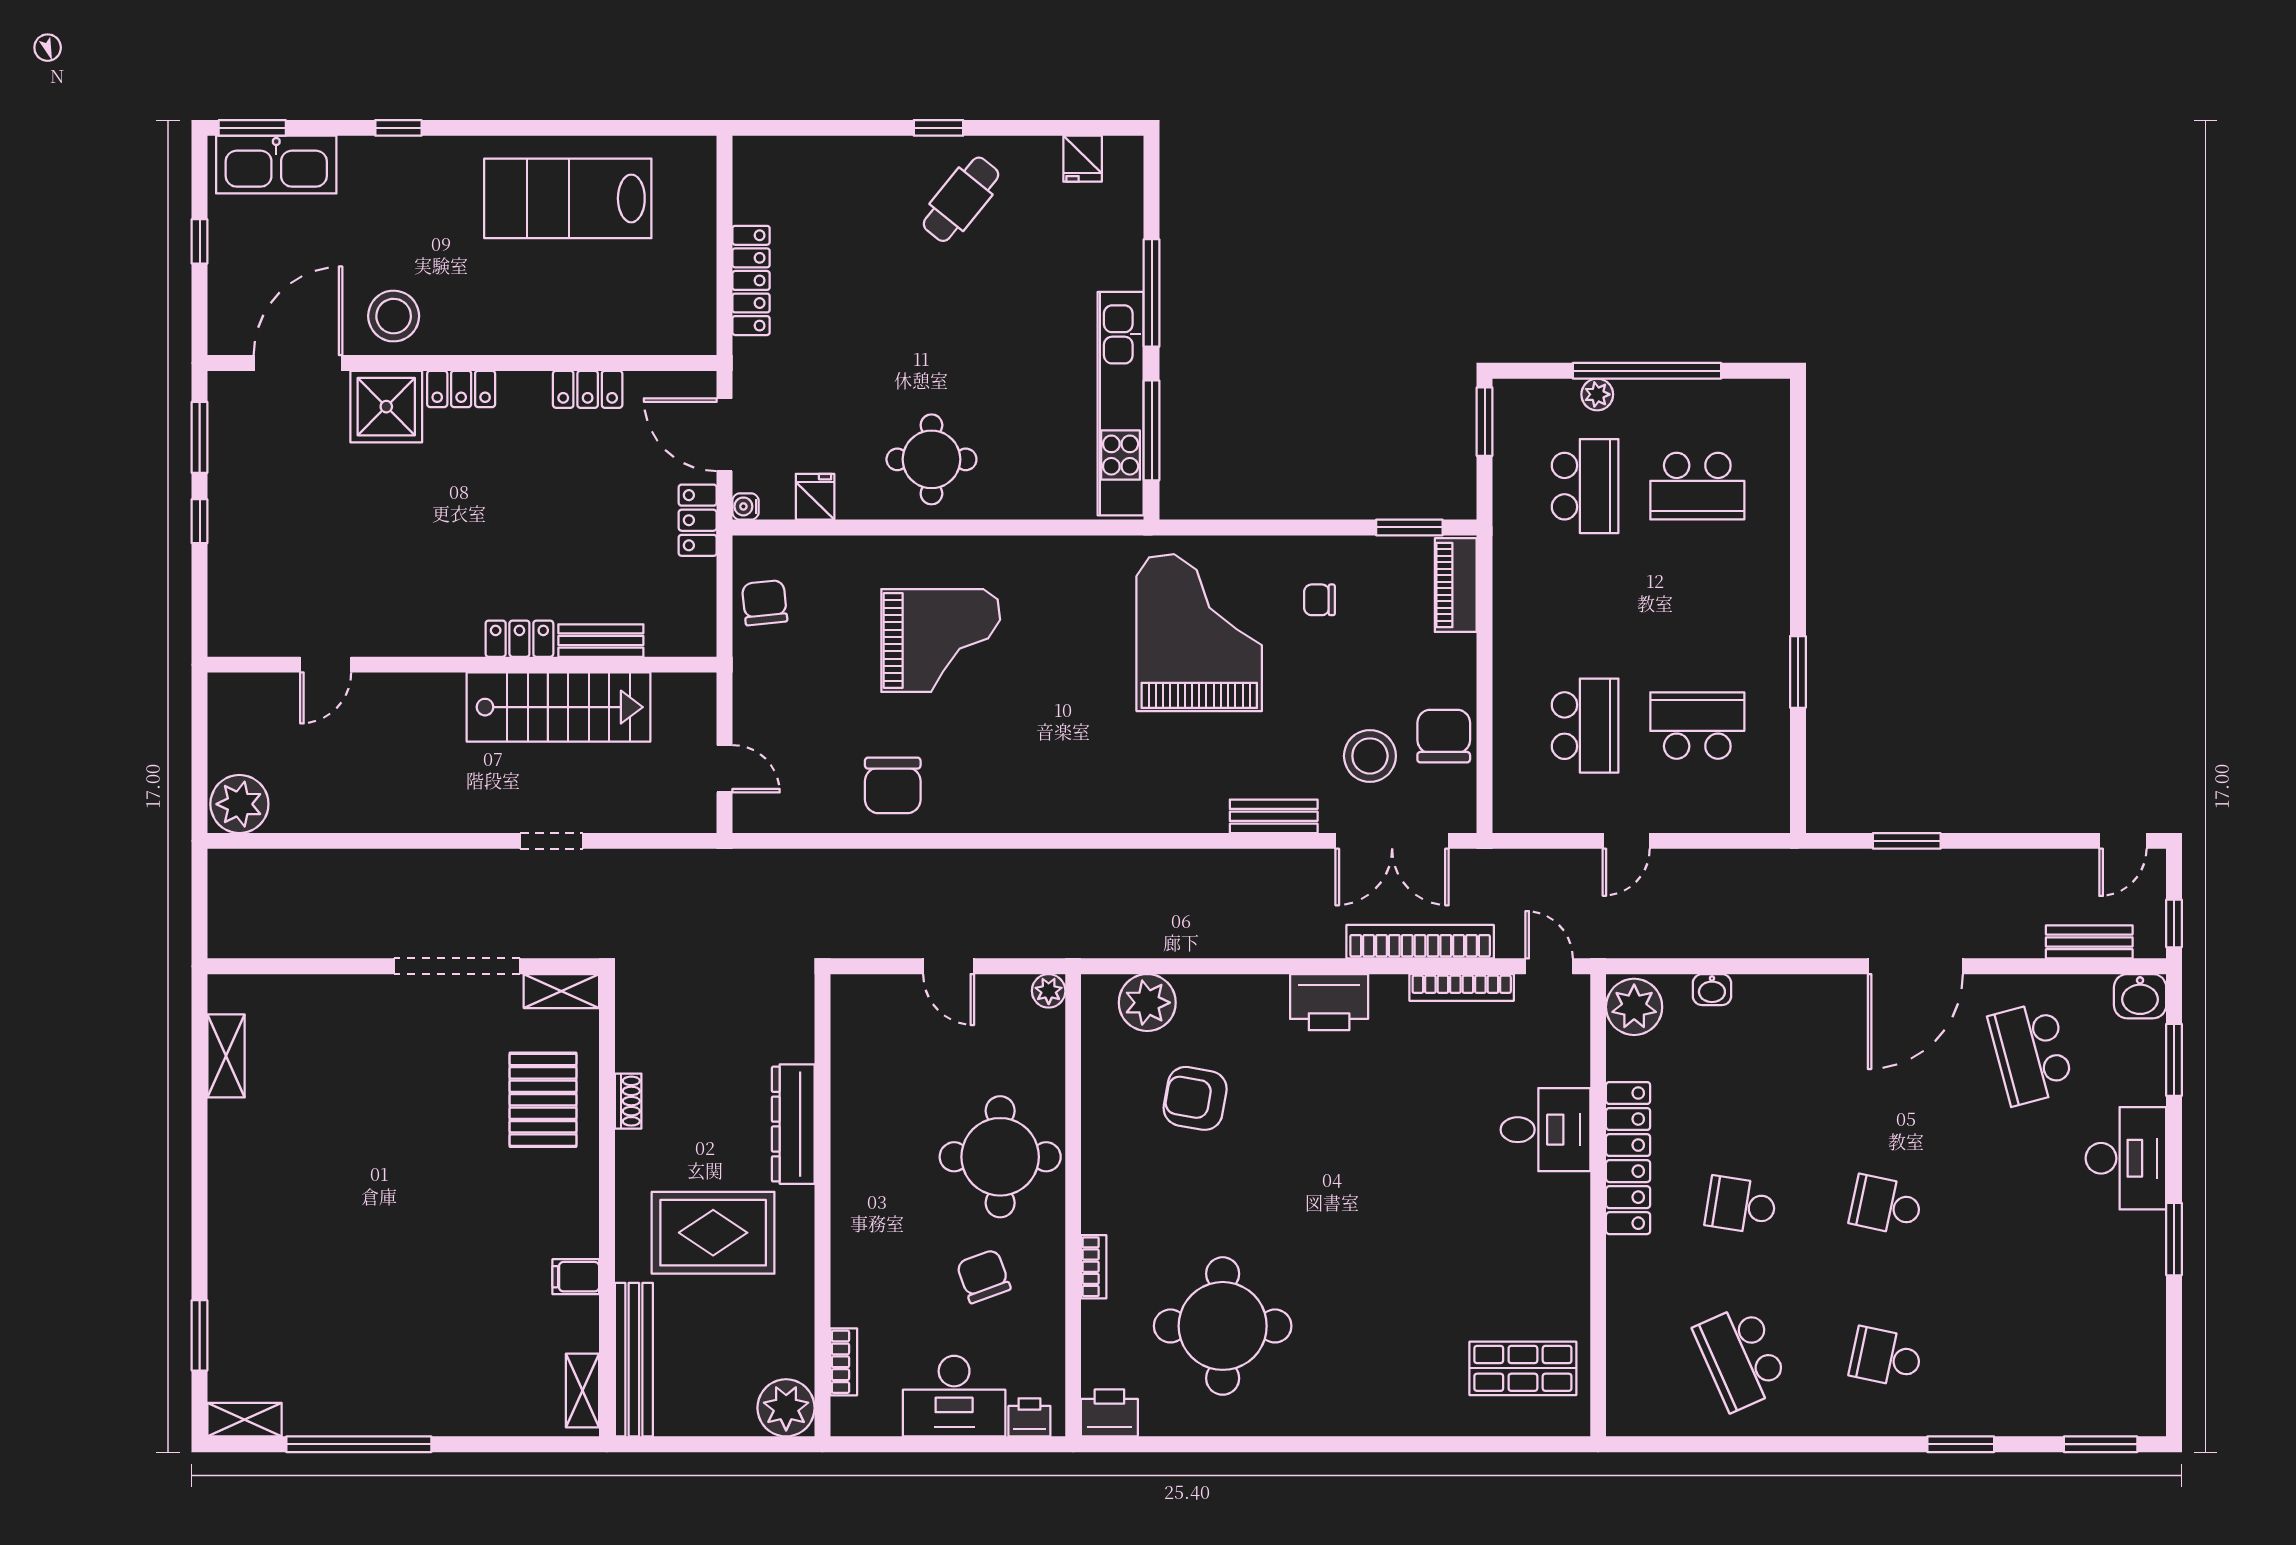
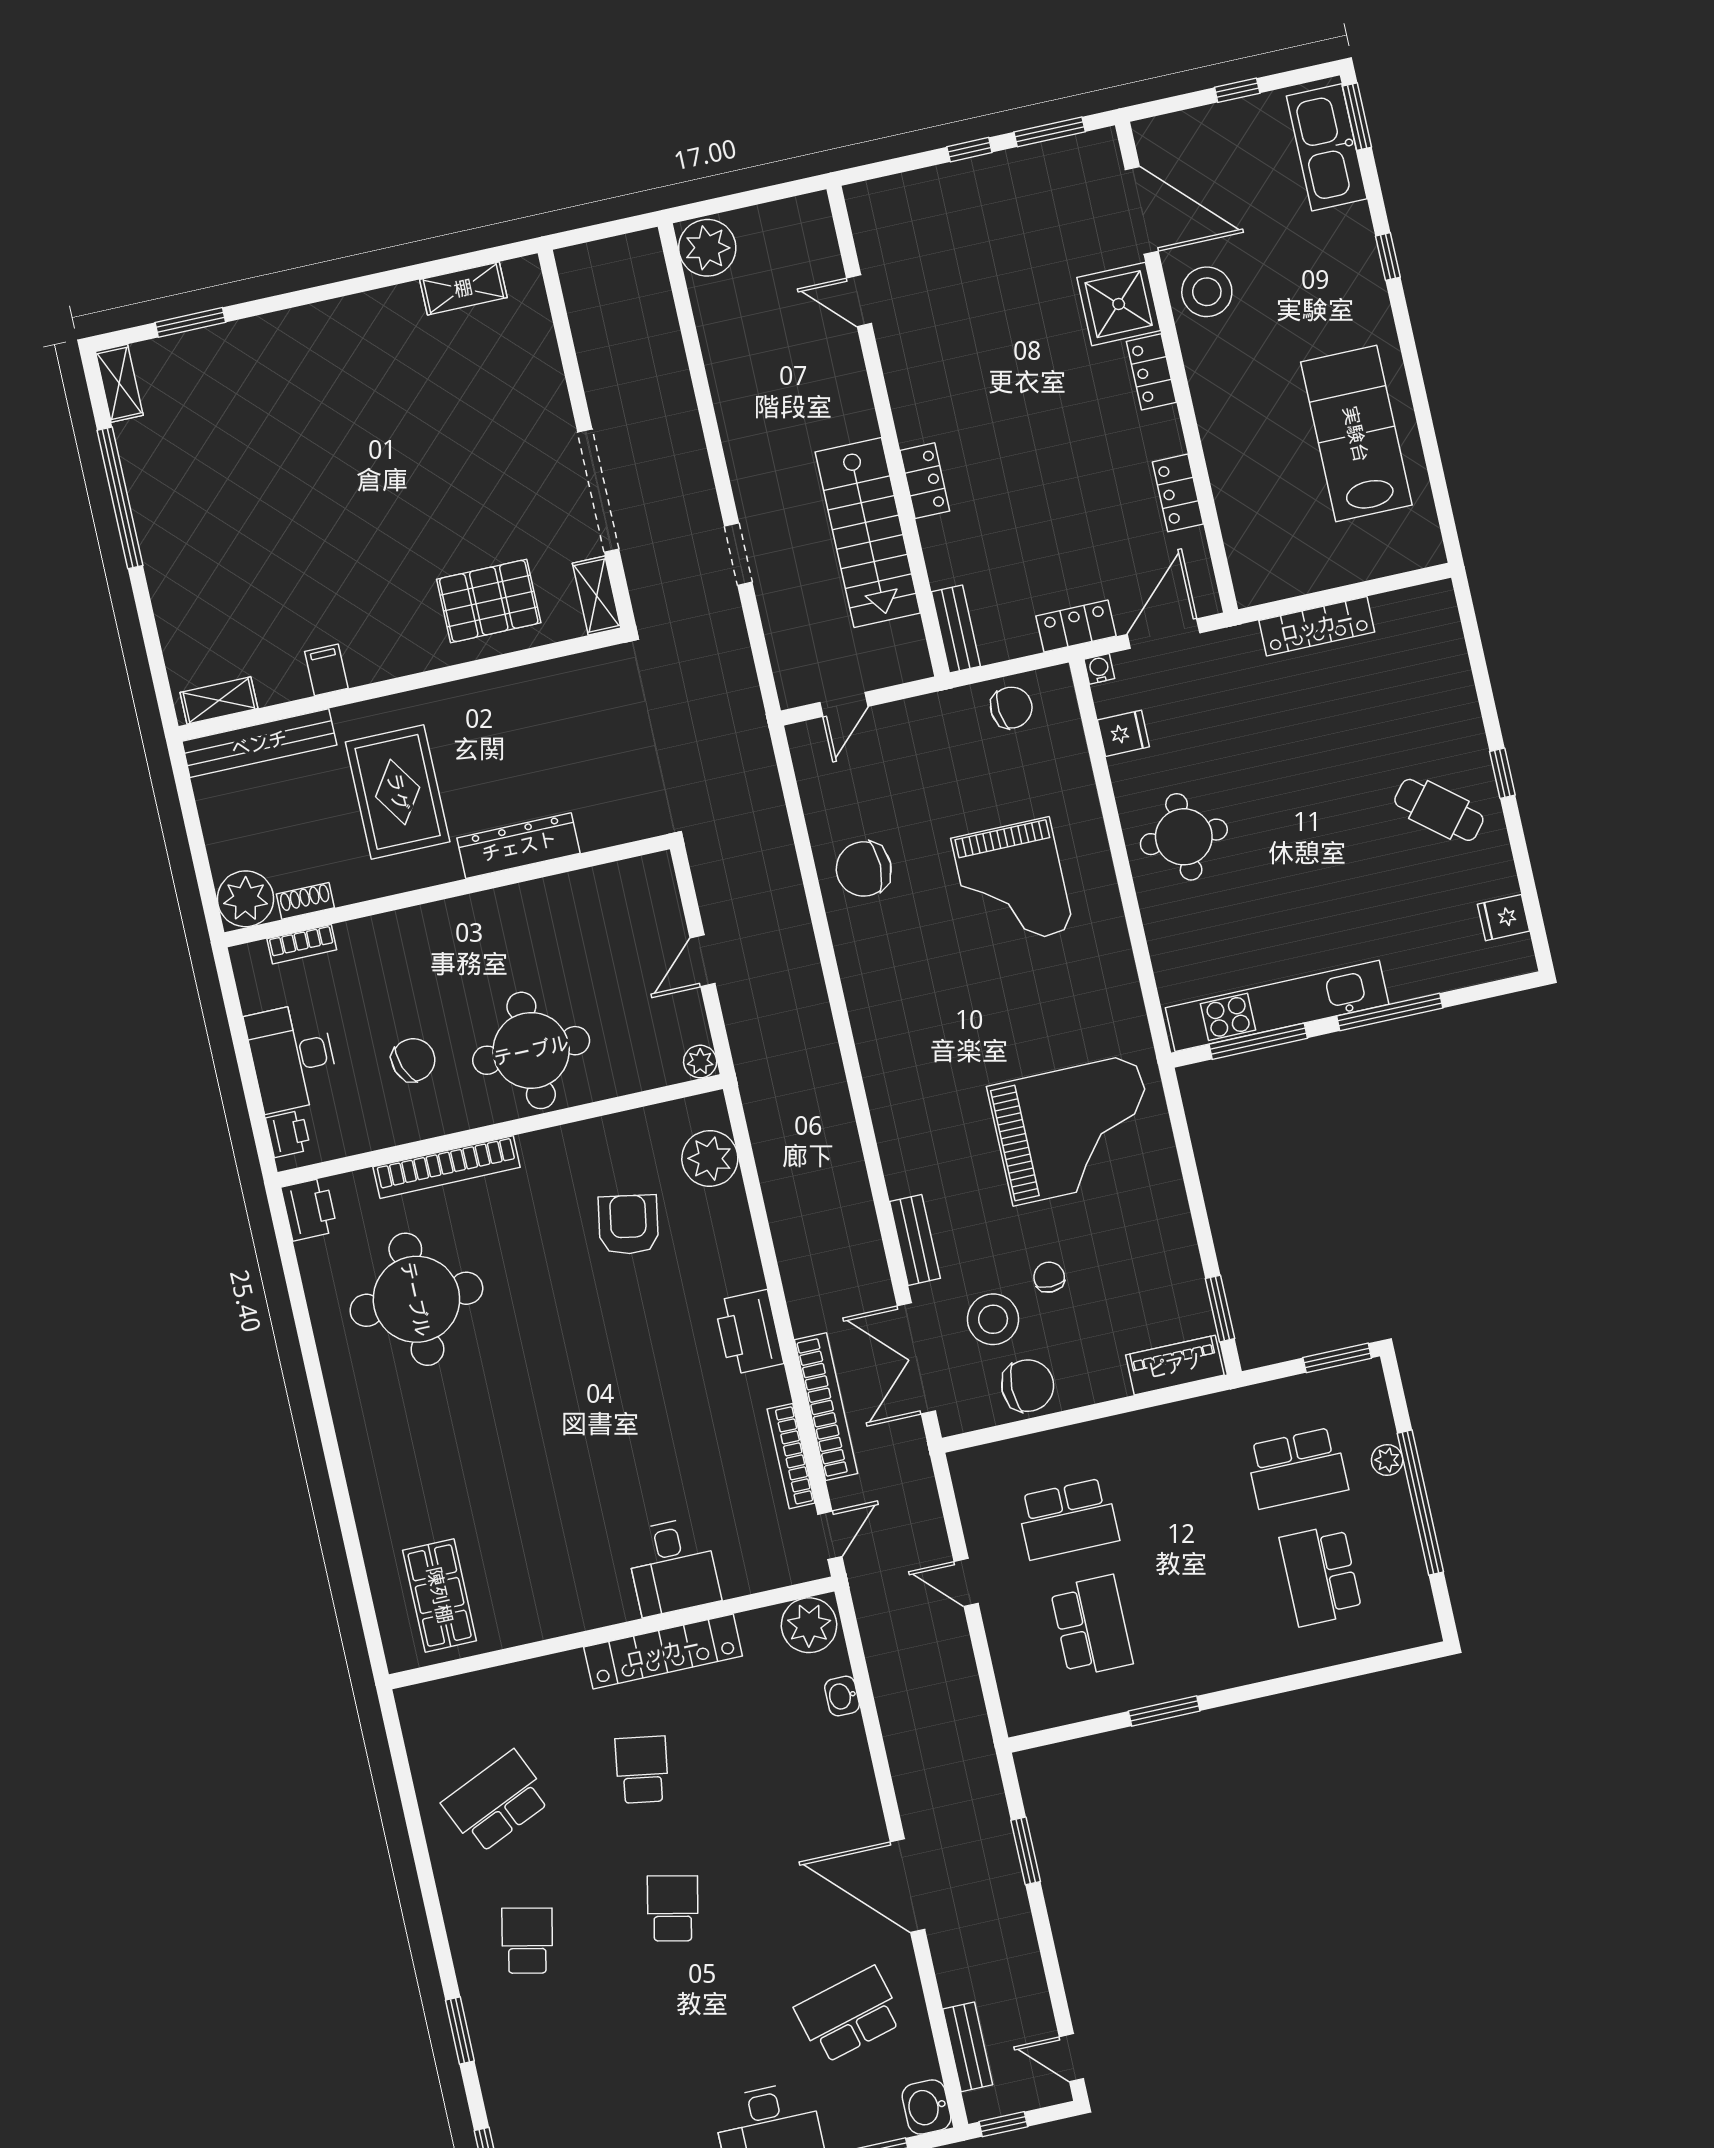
chair: (1319, 600) -> (1049, 1277), moved
bench: (601, 641) -> (956, 629), moved
shoe rack: (628, 1101) -> (305, 901), moved, turned 180
bookcase: (1094, 1267) -> (447, 1167), width x2.31, depth x1.31

